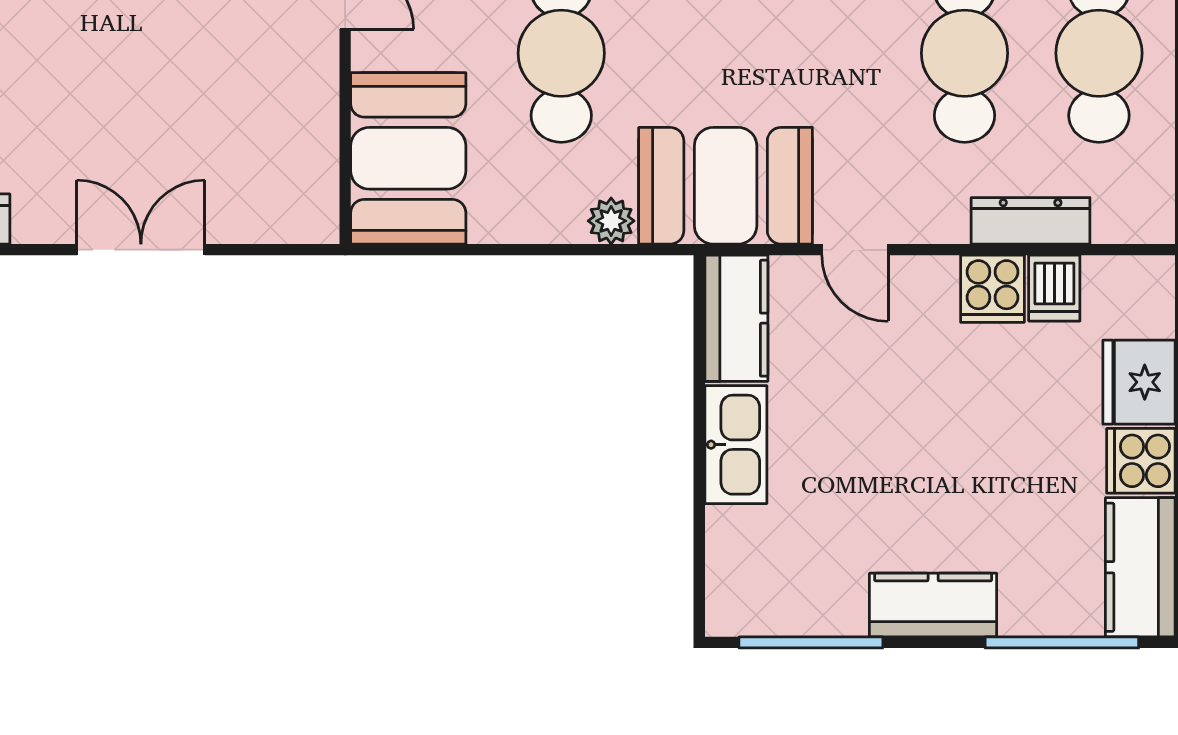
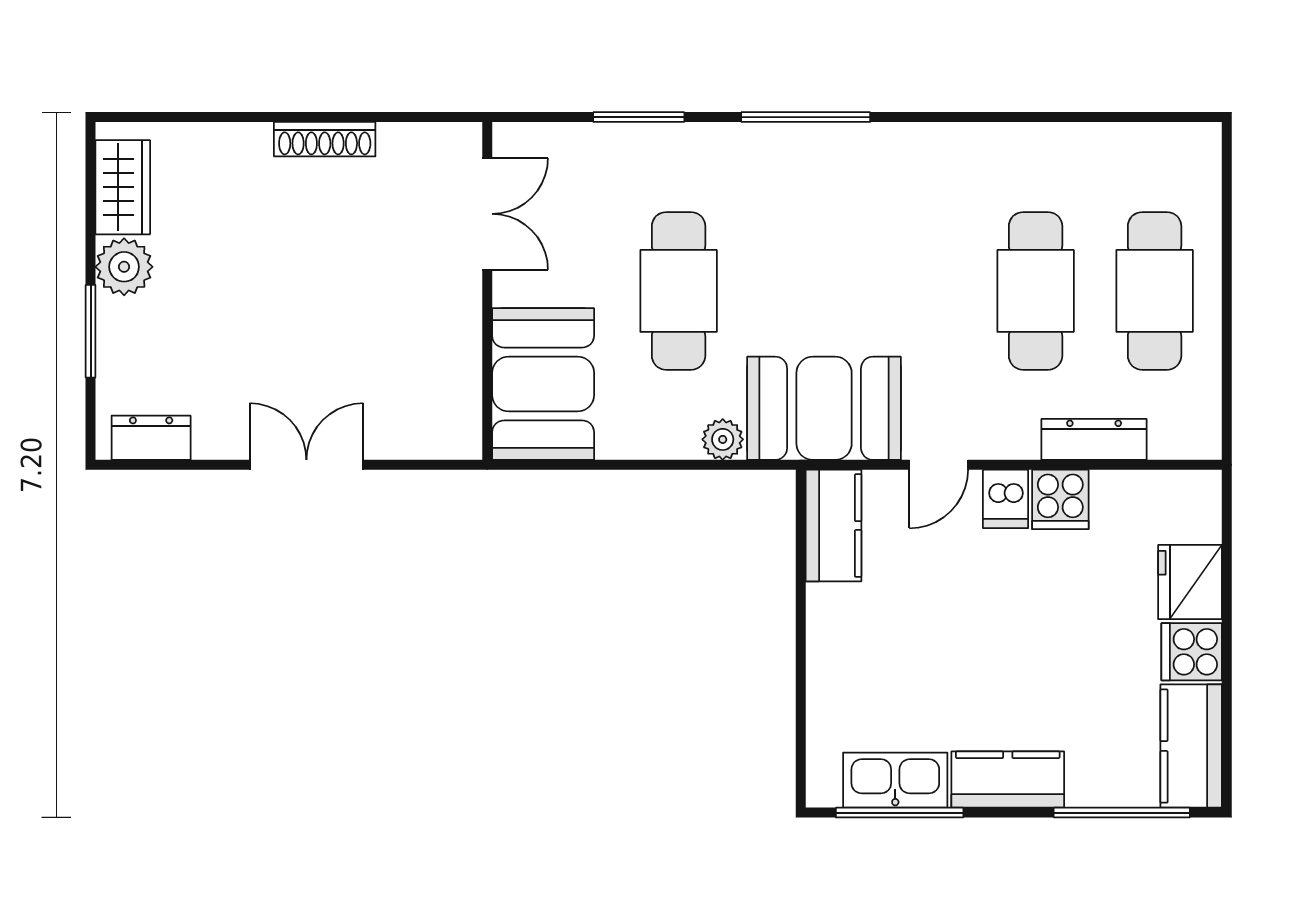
door: (855, 250) -> (939, 465), hinge flipped
dishwasher: (1054, 288) -> (1006, 499), moved
kitchen sink: (736, 445) -> (895, 780), moved, turned -90

